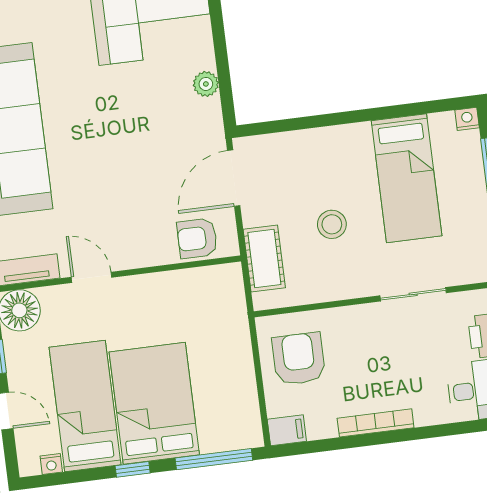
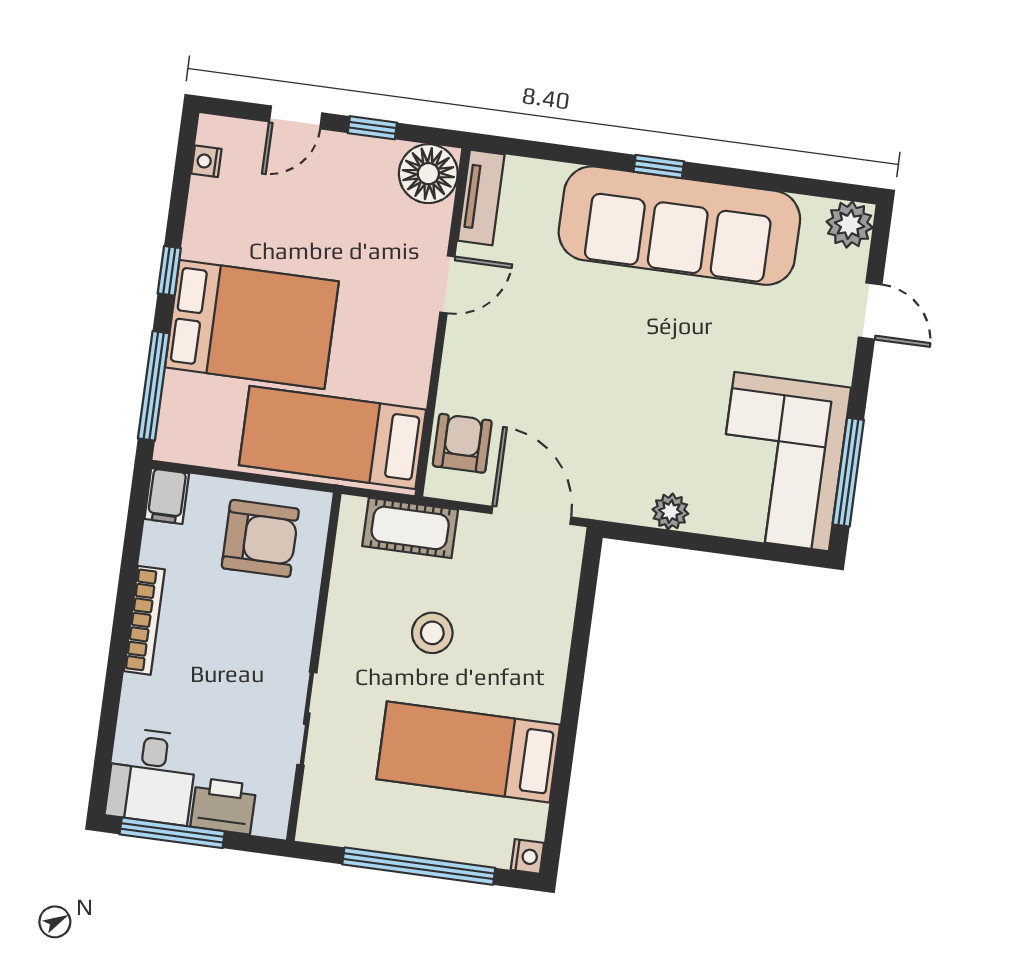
bed: (85, 406) -> (332, 437), moved, turned 180

